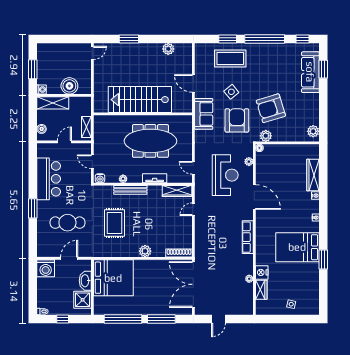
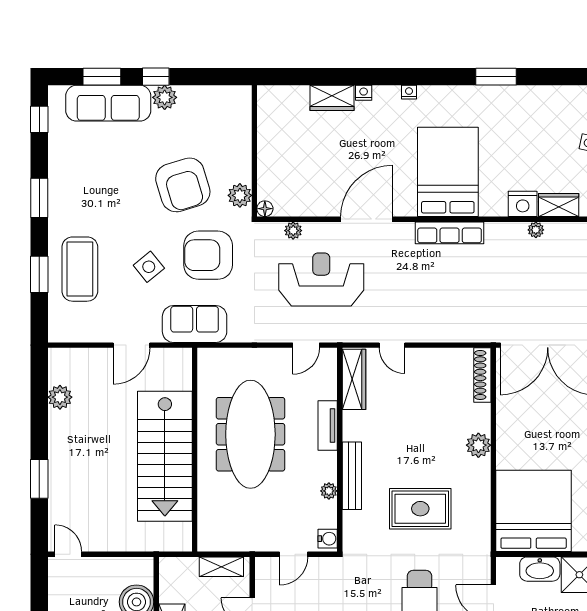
window: (265, 39) -> (39, 198), width x0.47
window: (323, 95) -> (156, 77), added
plant: (313, 131) -> (165, 97), moved
wardrobe: (313, 175) -> (332, 98), width x0.67
bed: (297, 247) -> (448, 172), moved, turned 180

